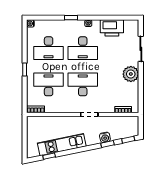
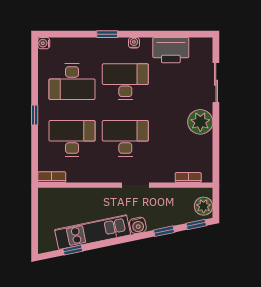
desk: (83, 48) -> (125, 82), turned 180
plant: (133, 128) -> (204, 206), added
water cooler: (105, 137) -> (138, 225), moved

